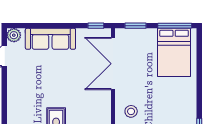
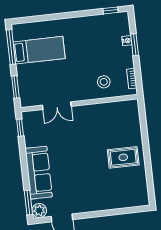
window: (23, 26) -> (28, 202), added
bed: (174, 52) -> (39, 50), width x0.67
double door: (113, 64) -> (57, 106), width x0.54

